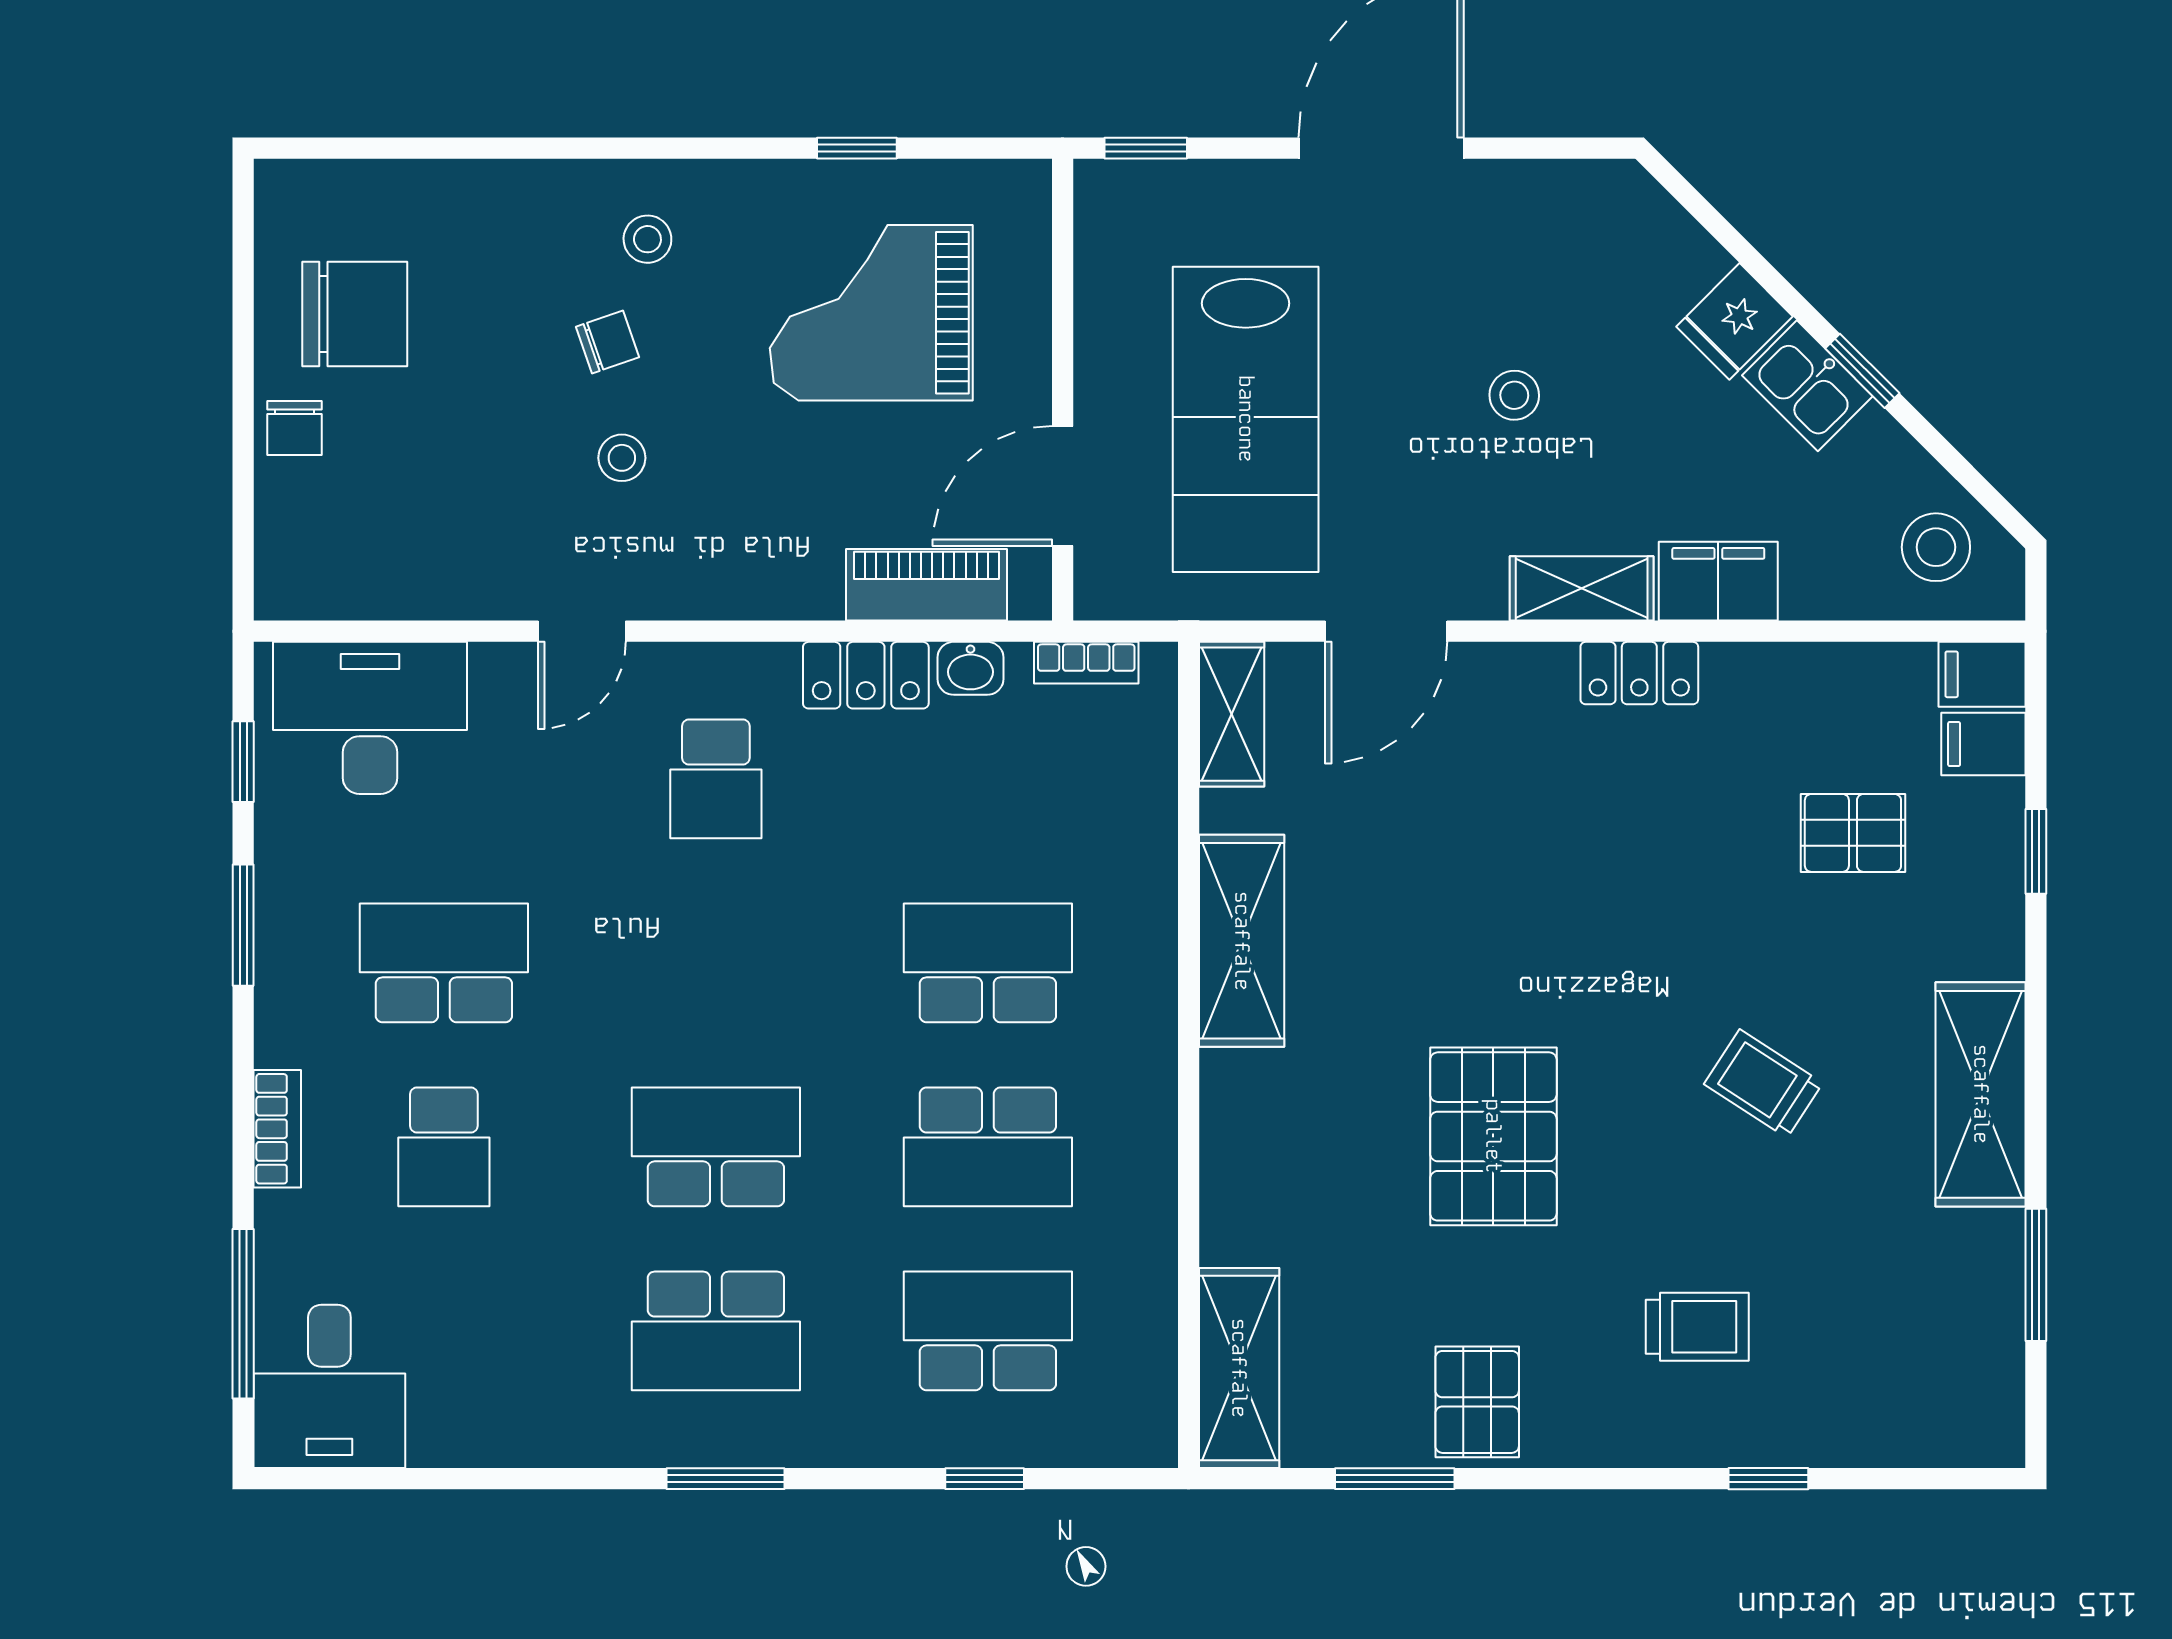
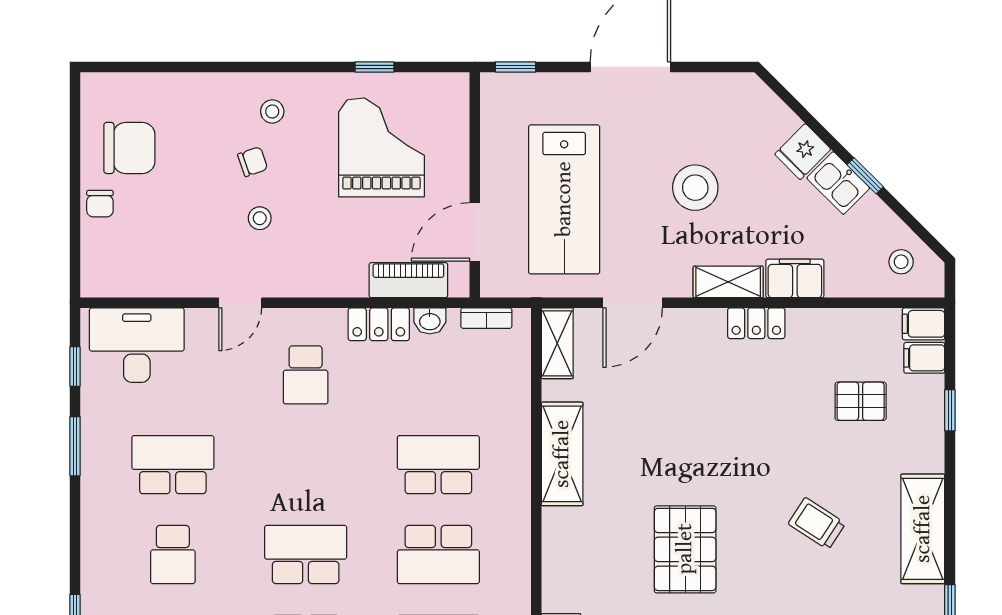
grand piano: (871, 313) -> (381, 147), turned 90
stool: (1514, 395) -> (695, 188), width x1.89, depth x1.89
stool: (1936, 547) -> (901, 262), width x0.73, depth x0.73
bookcase: (277, 1129) -> (92, 546), removed

